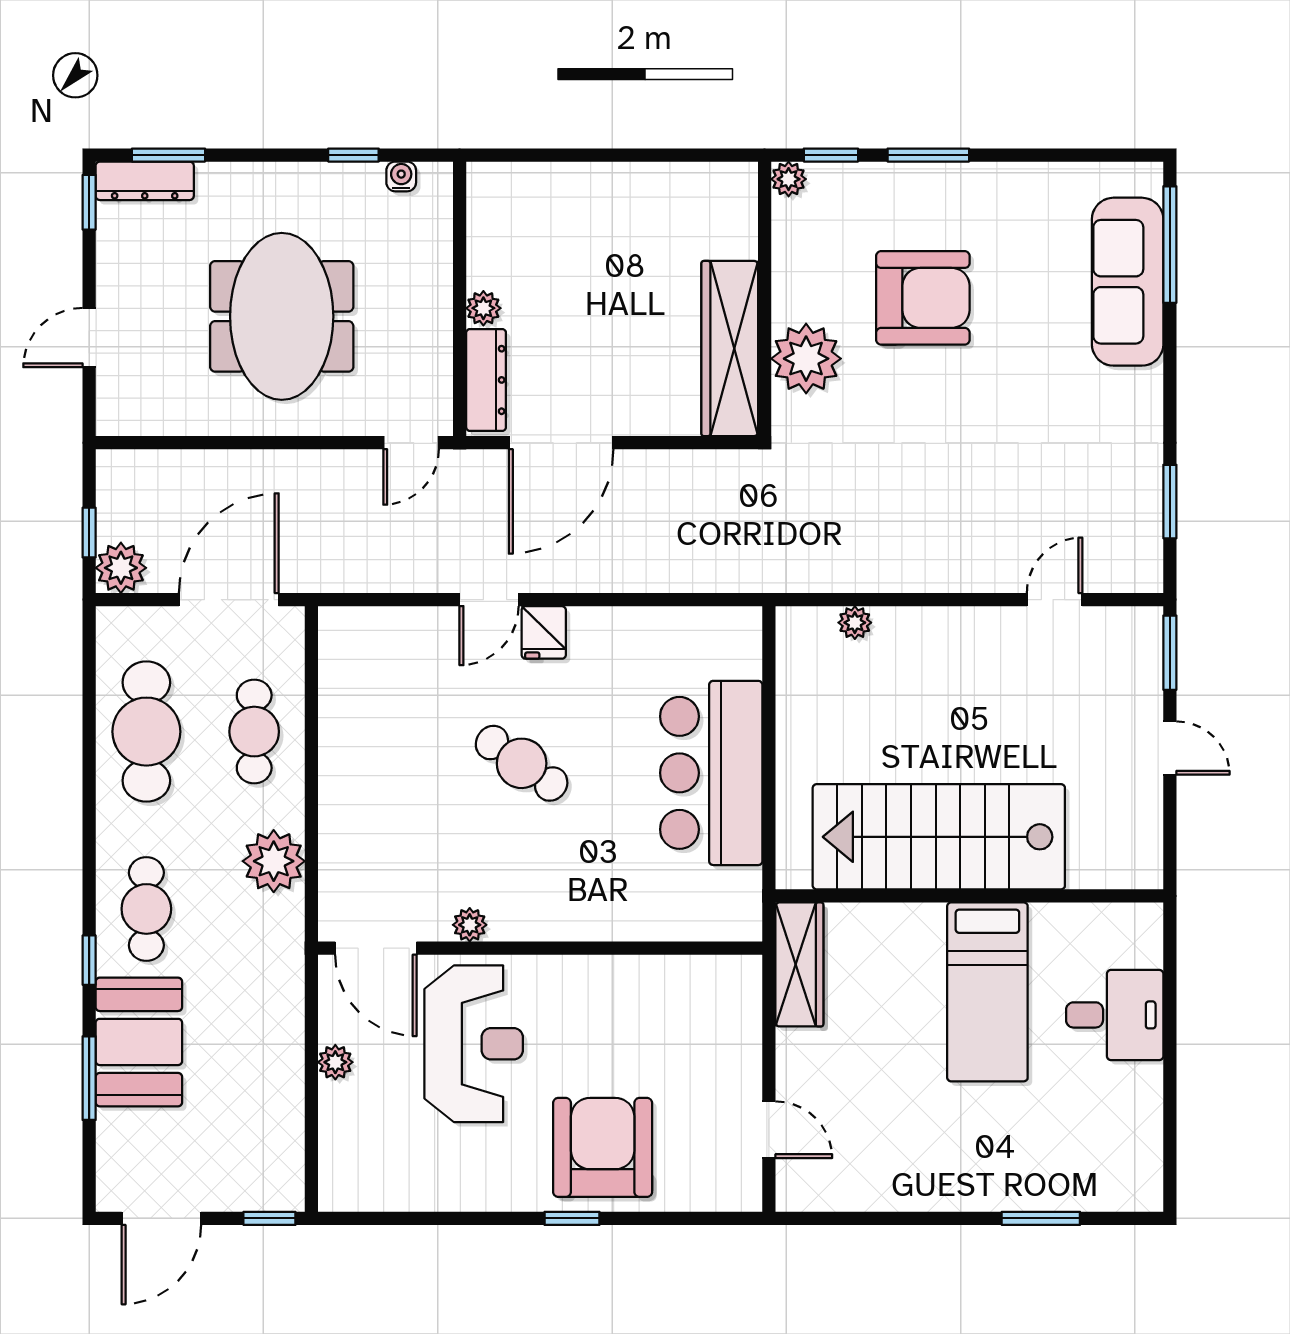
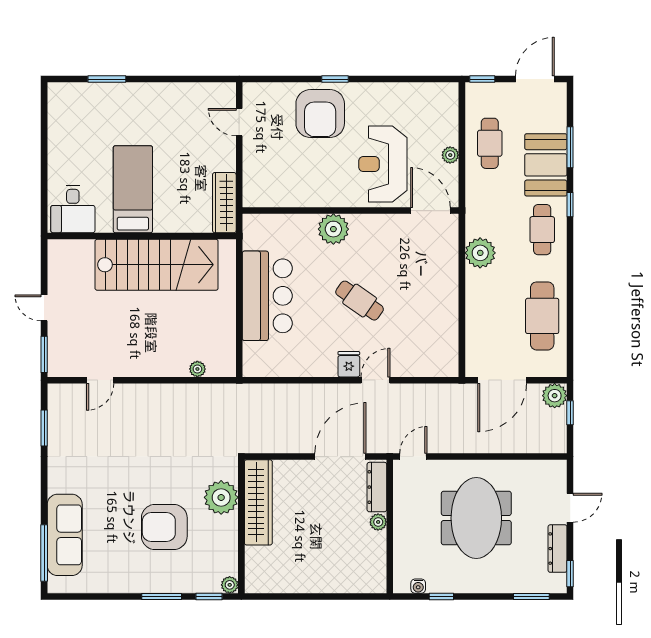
dresser: (145, 181) -> (558, 549), moved, turned -90
cafe table: (254, 732) -> (490, 143), moved
plant: (470, 925) -> (333, 229), moved, width x1.88, depth x1.88
desk: (1115, 1015) -> (73, 209), moved, turned -90

